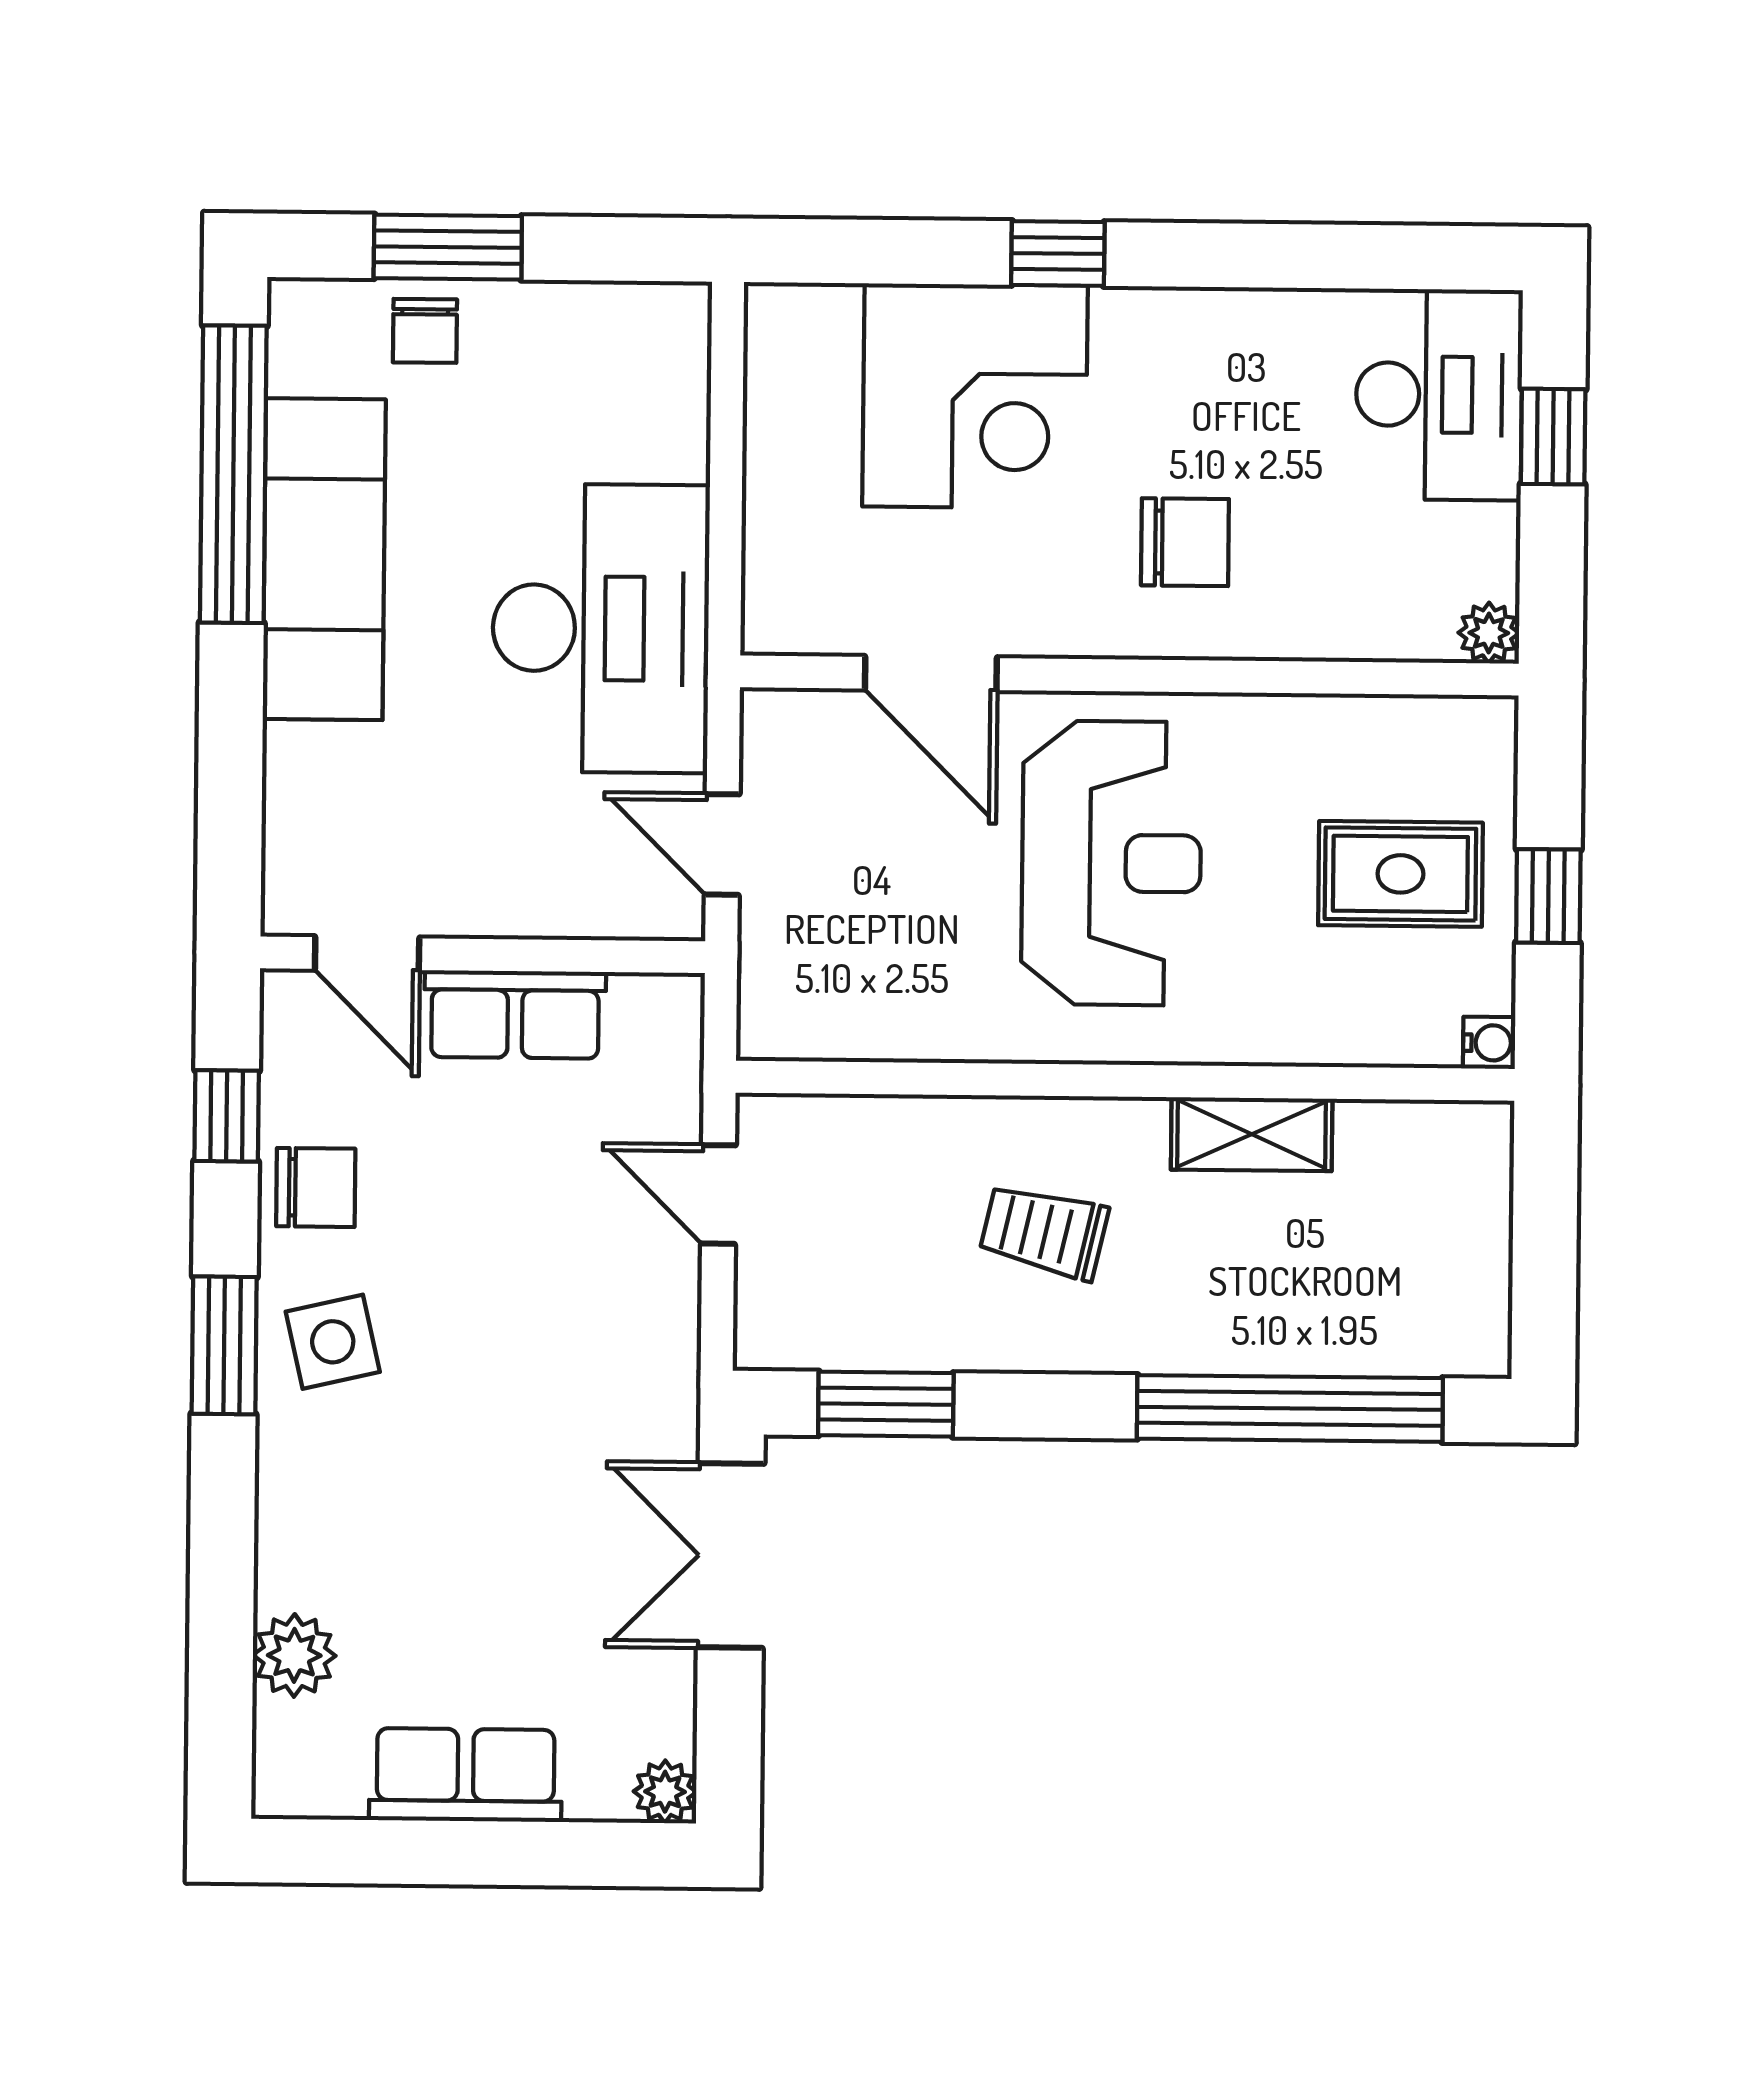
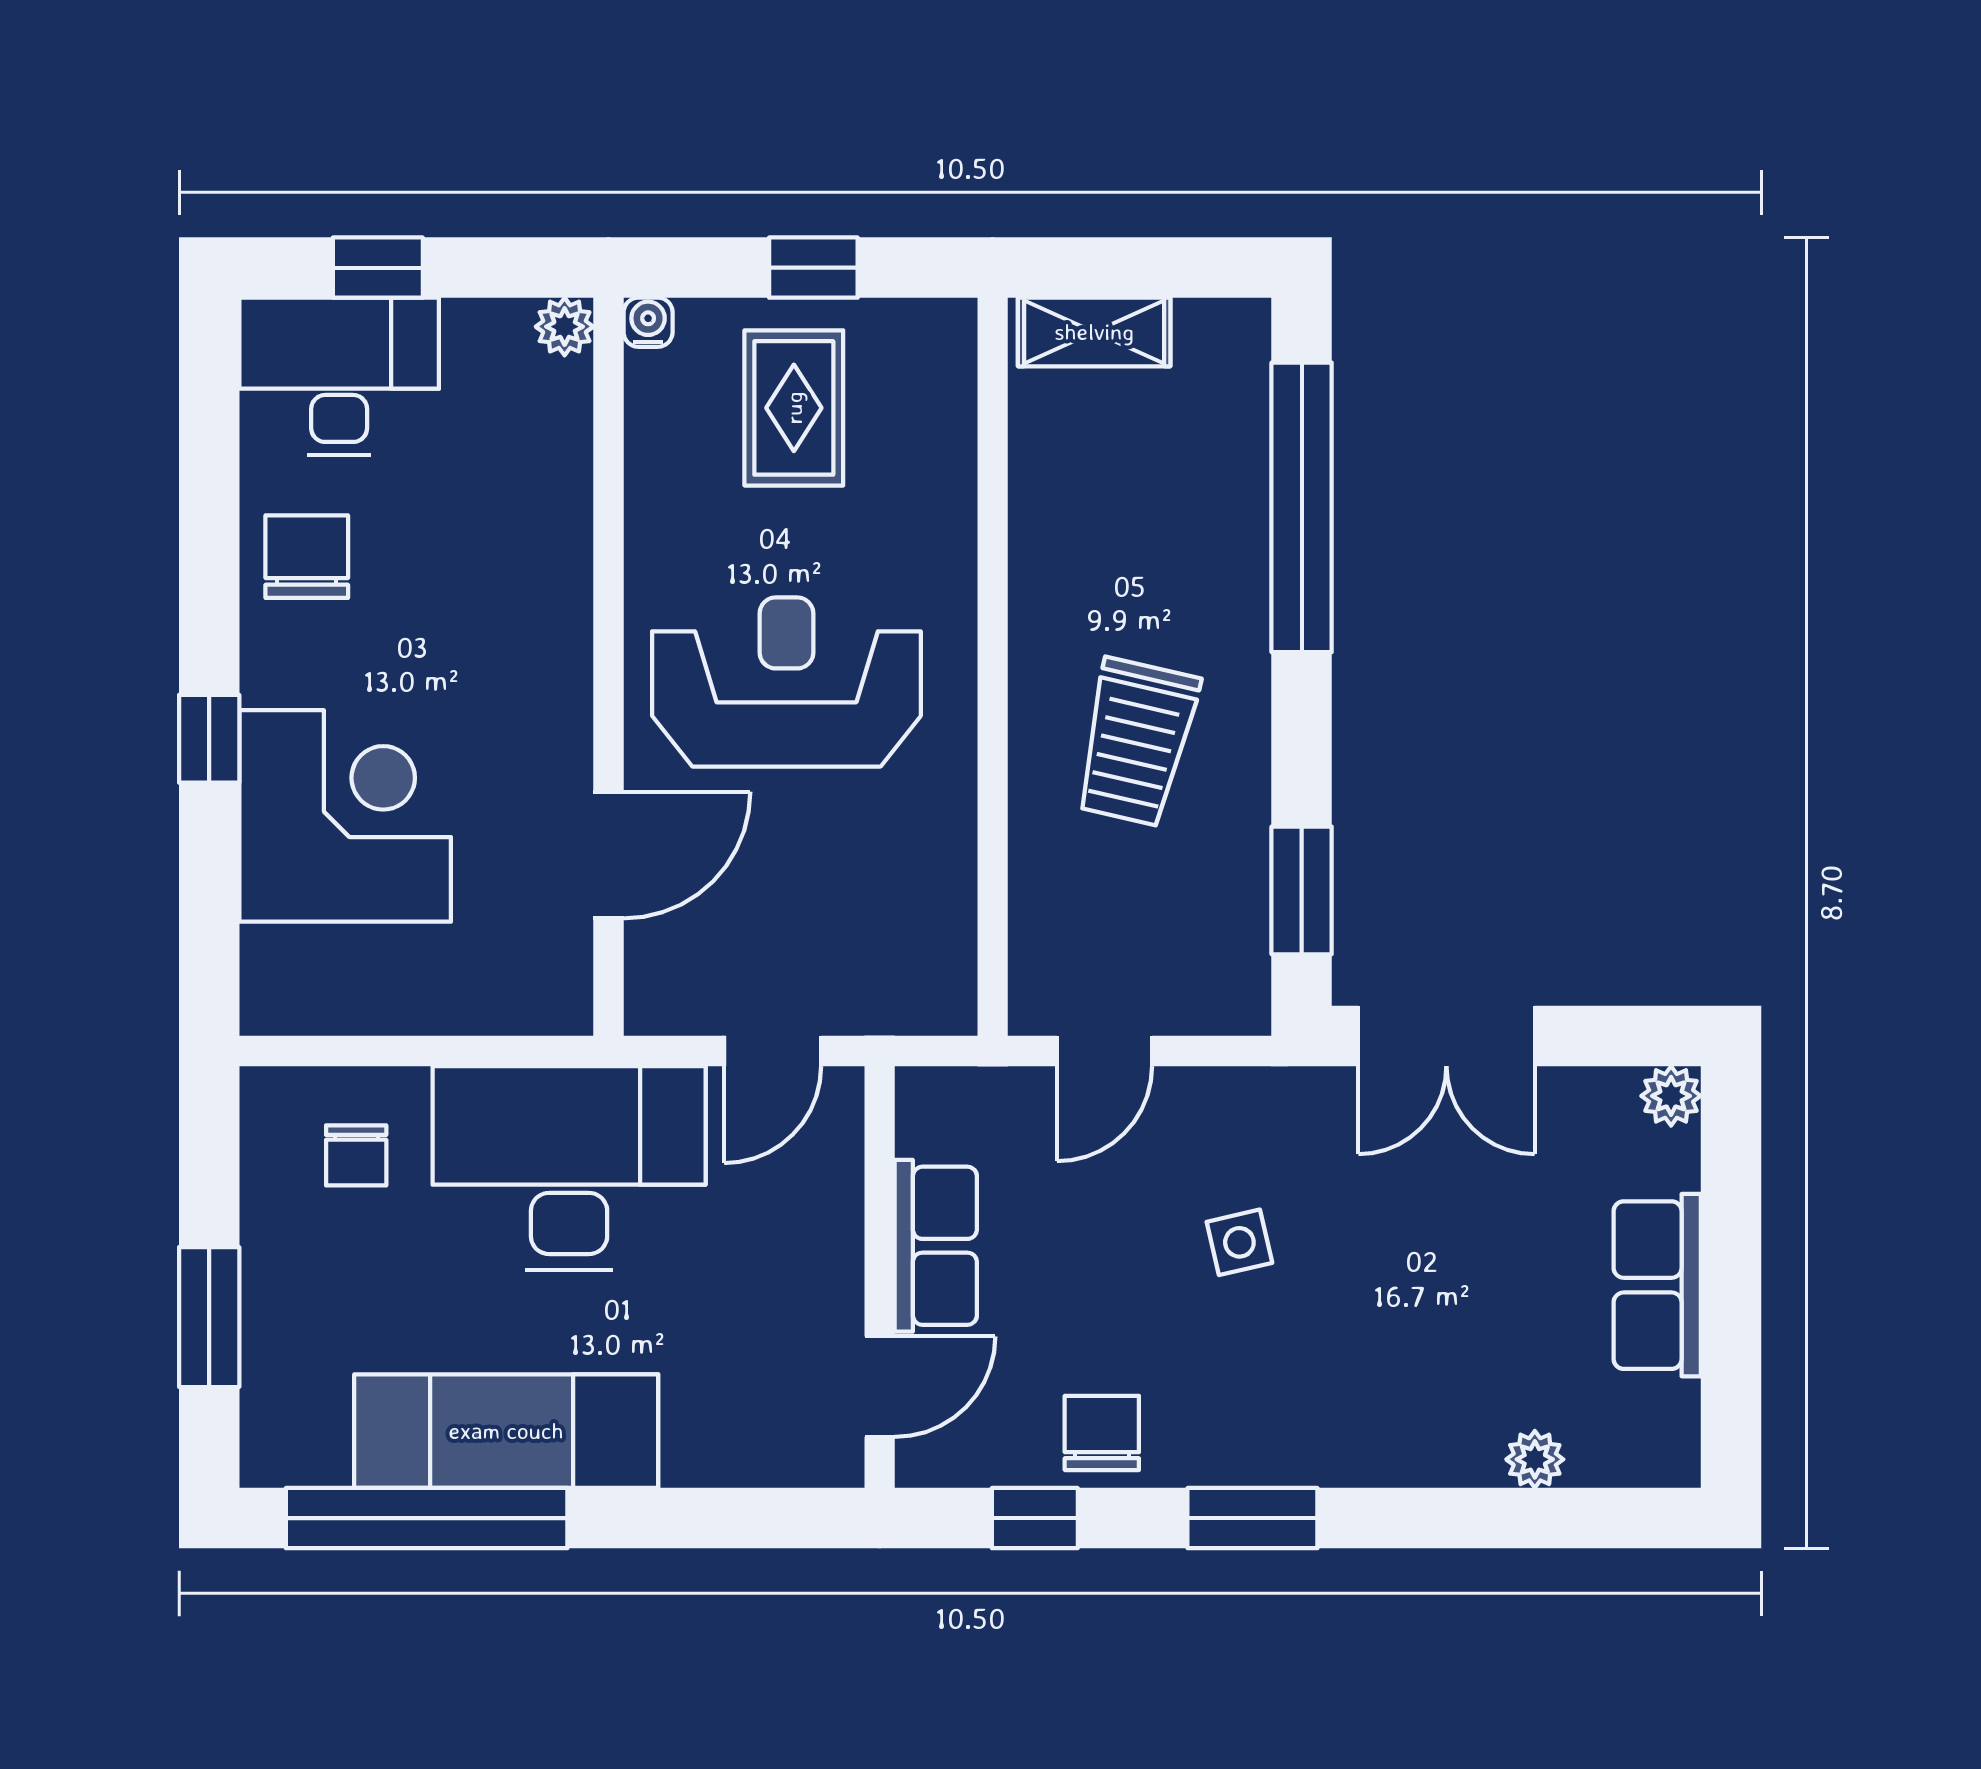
chair: (425, 331) -> (356, 1155), moved, turned 90
chair: (1185, 542) -> (307, 557), moved
water cooler: (1489, 1043) -> (648, 322), moved
shelving: (1252, 1134) -> (1094, 332), moved, turned 90
trolley: (1044, 1231) -> (1136, 742), width x1.36, depth x1.39
side table: (333, 1342) -> (1239, 1242), moved, width x0.73, depth x0.73
plant: (294, 1655) -> (1535, 1459), width x0.73, depth x0.73

